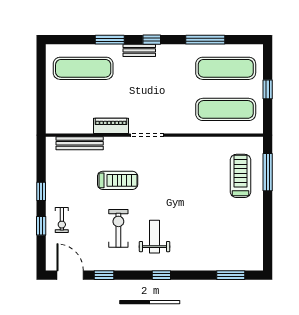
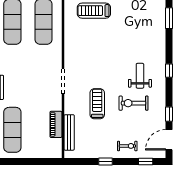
piano: (111, 126) -> (56, 124), moved
window: (41, 226) -> (146, 162), moved
weight bench: (154, 237) -> (140, 76), turned 90

